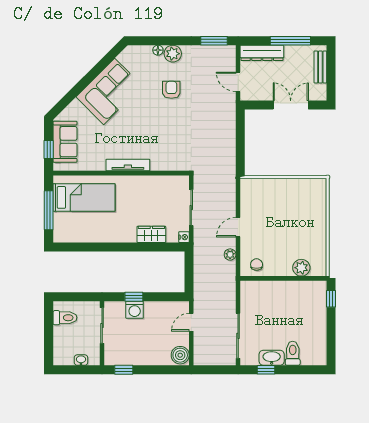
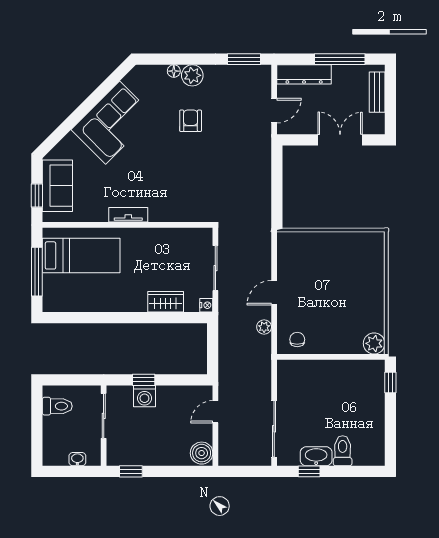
door: (238, 82) -> (274, 111), swing flipped
tv unit: (128, 165) -> (128, 215), width x0.71
plant: (301, 268) -> (374, 343), moved

